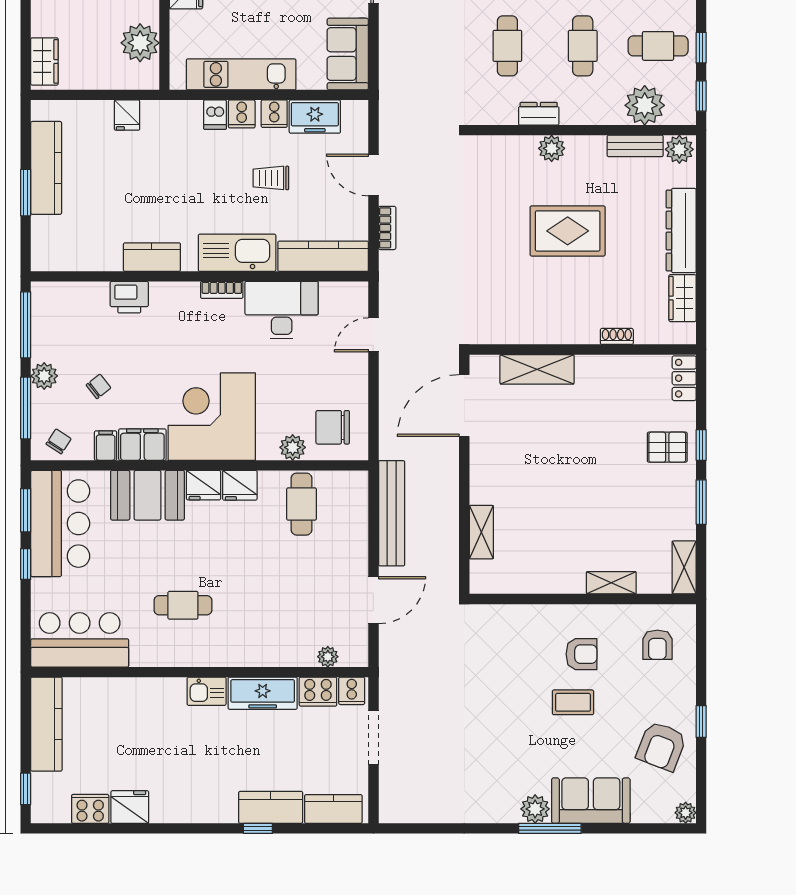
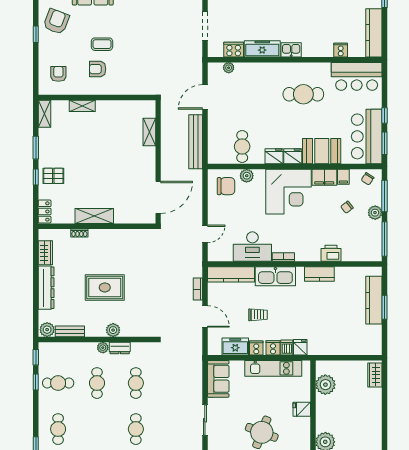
plant: (645, 105) -> (103, 348), moved, width x0.53, depth x0.53
fridge: (127, 115) -> (300, 347), moved
kitchen counter: (46, 168) -> (374, 300), moved
shelving: (537, 369) -> (94, 216), moved
cafe table: (183, 605) -> (303, 94), width x1.37, depth x1.35
cooker: (352, 691) -> (341, 50), moved

